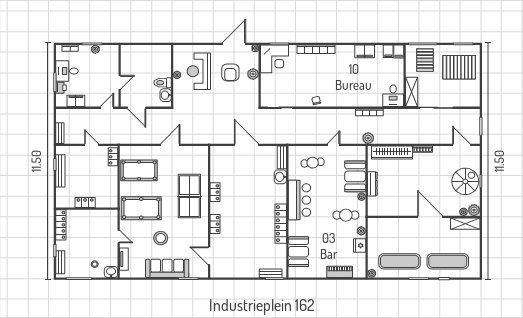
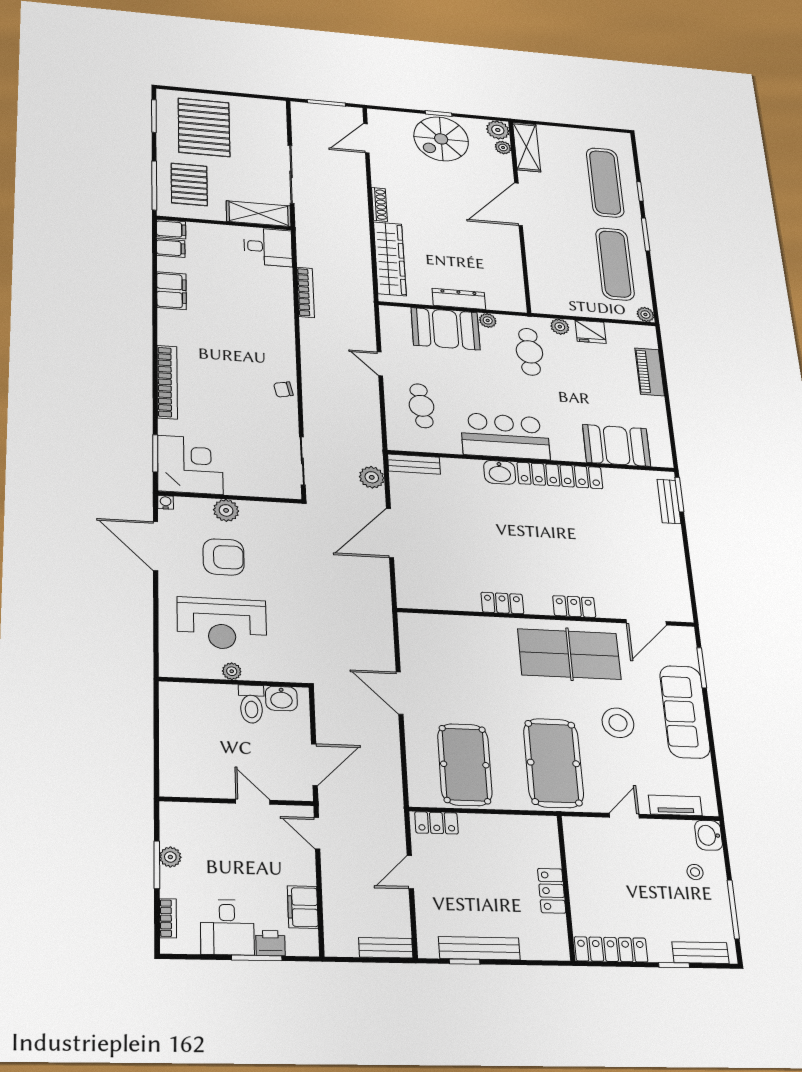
pallet: (425, 60) -> (189, 184), turned 90
plant: (368, 138) -> (372, 477), moved
washbasin: (280, 177) -> (500, 472), moved
spiral stairs: (465, 181) -> (441, 139), turned -90
table tennis table: (189, 196) -> (569, 654), moved

